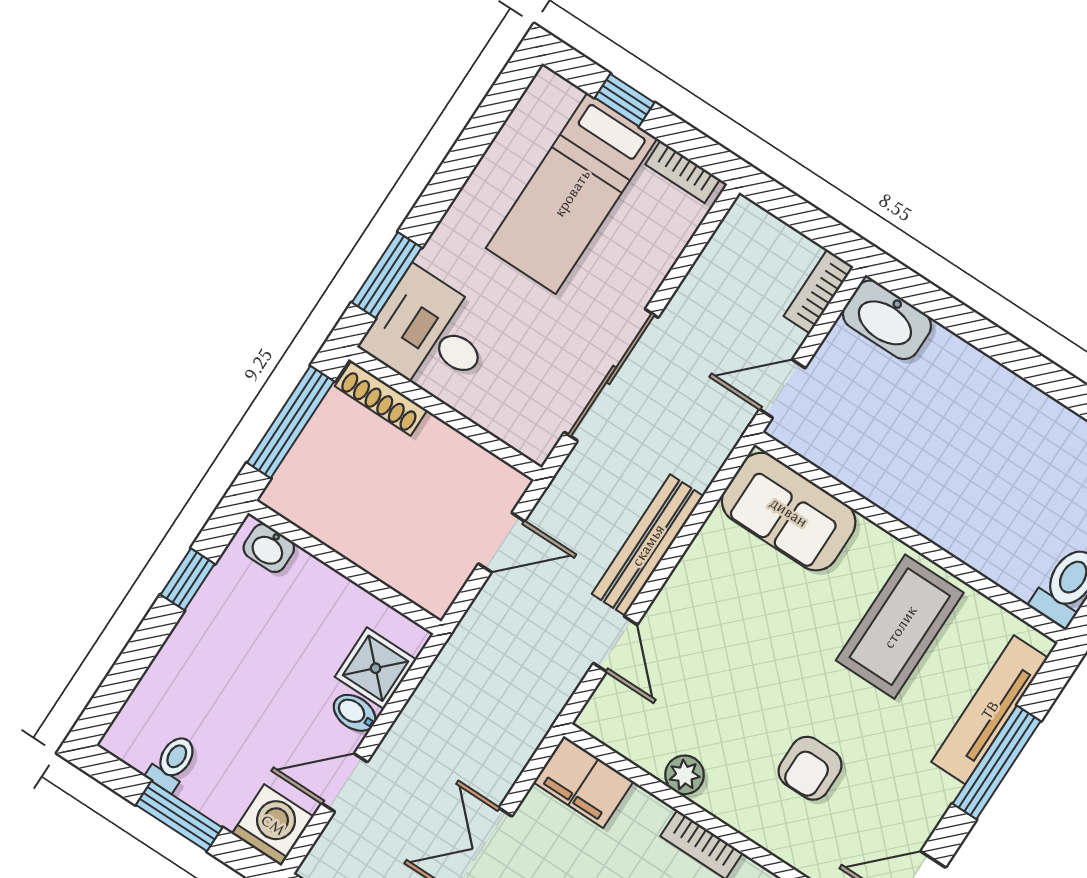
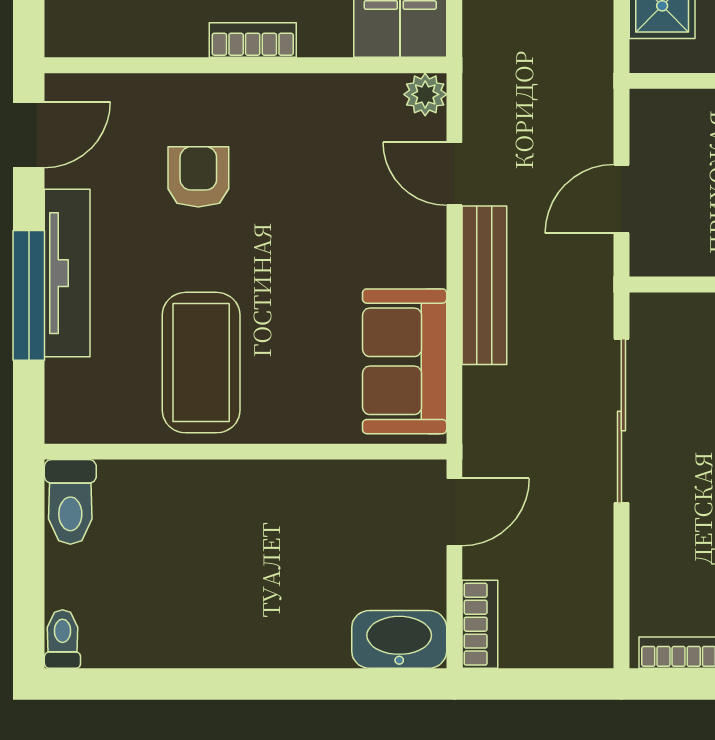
sofa: (789, 512) -> (405, 361), moved, turned -90
tv unit: (990, 710) -> (67, 273), moved
plant: (685, 775) -> (425, 94), moved

